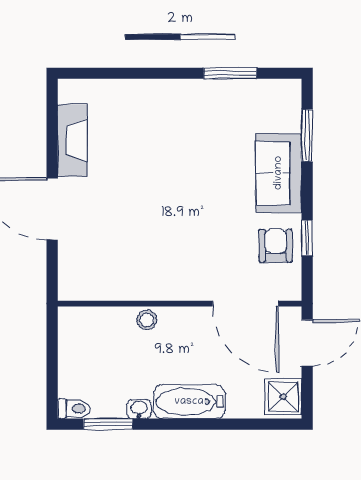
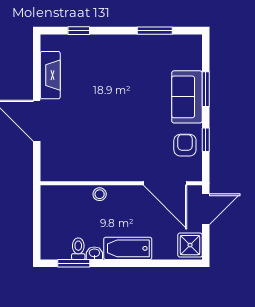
window: (115, 73) -> (79, 31), added
window: (307, 135) -> (206, 89), moved
toilet: (74, 409) -> (78, 249), moved, turned -90

